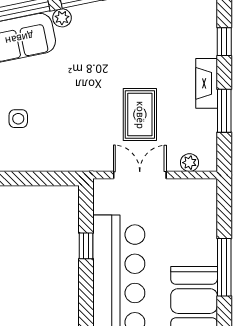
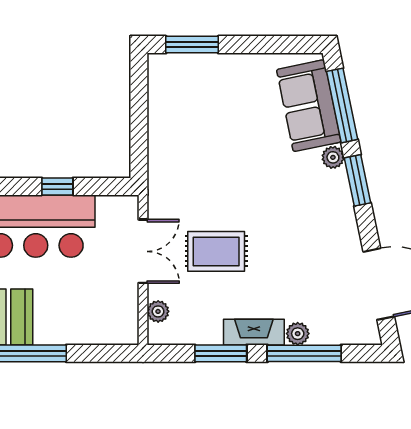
window: (224, 42) -> (304, 353), width x2.17
plant: (208, 47) -> (298, 334), added
side table: (18, 119) -> (211, 104), removed

